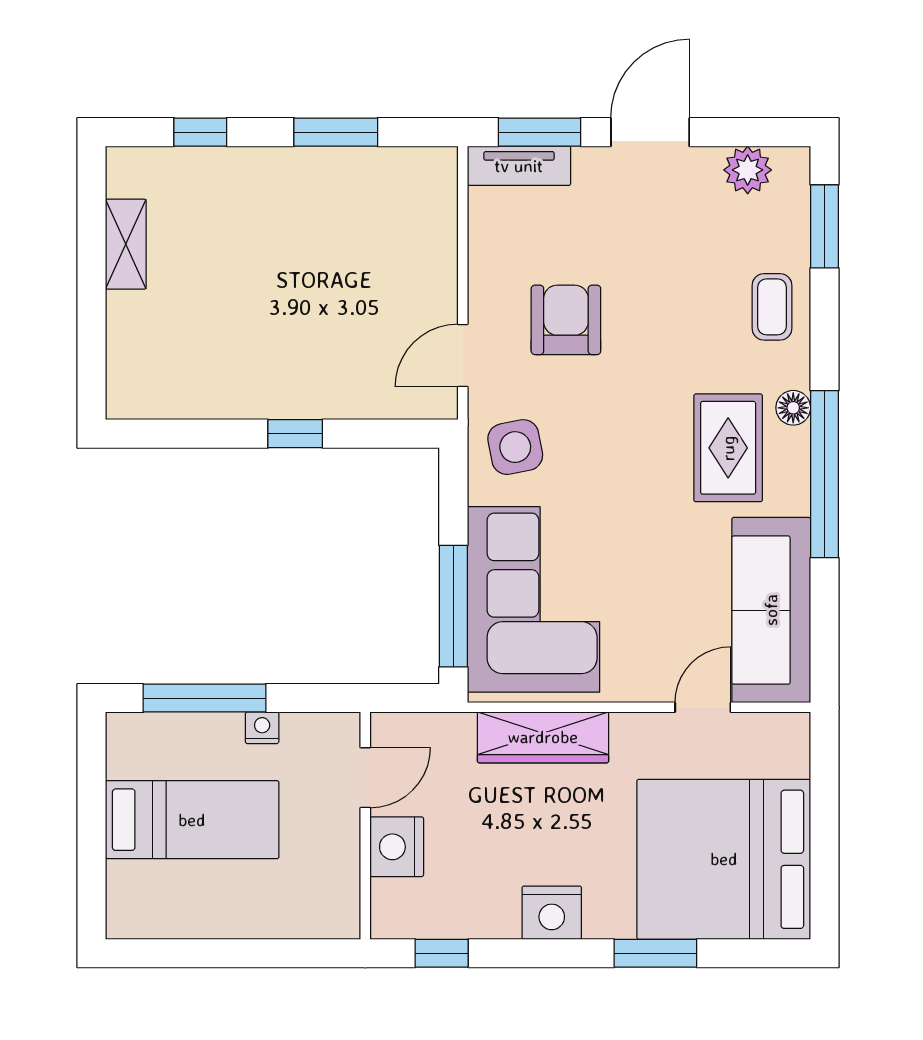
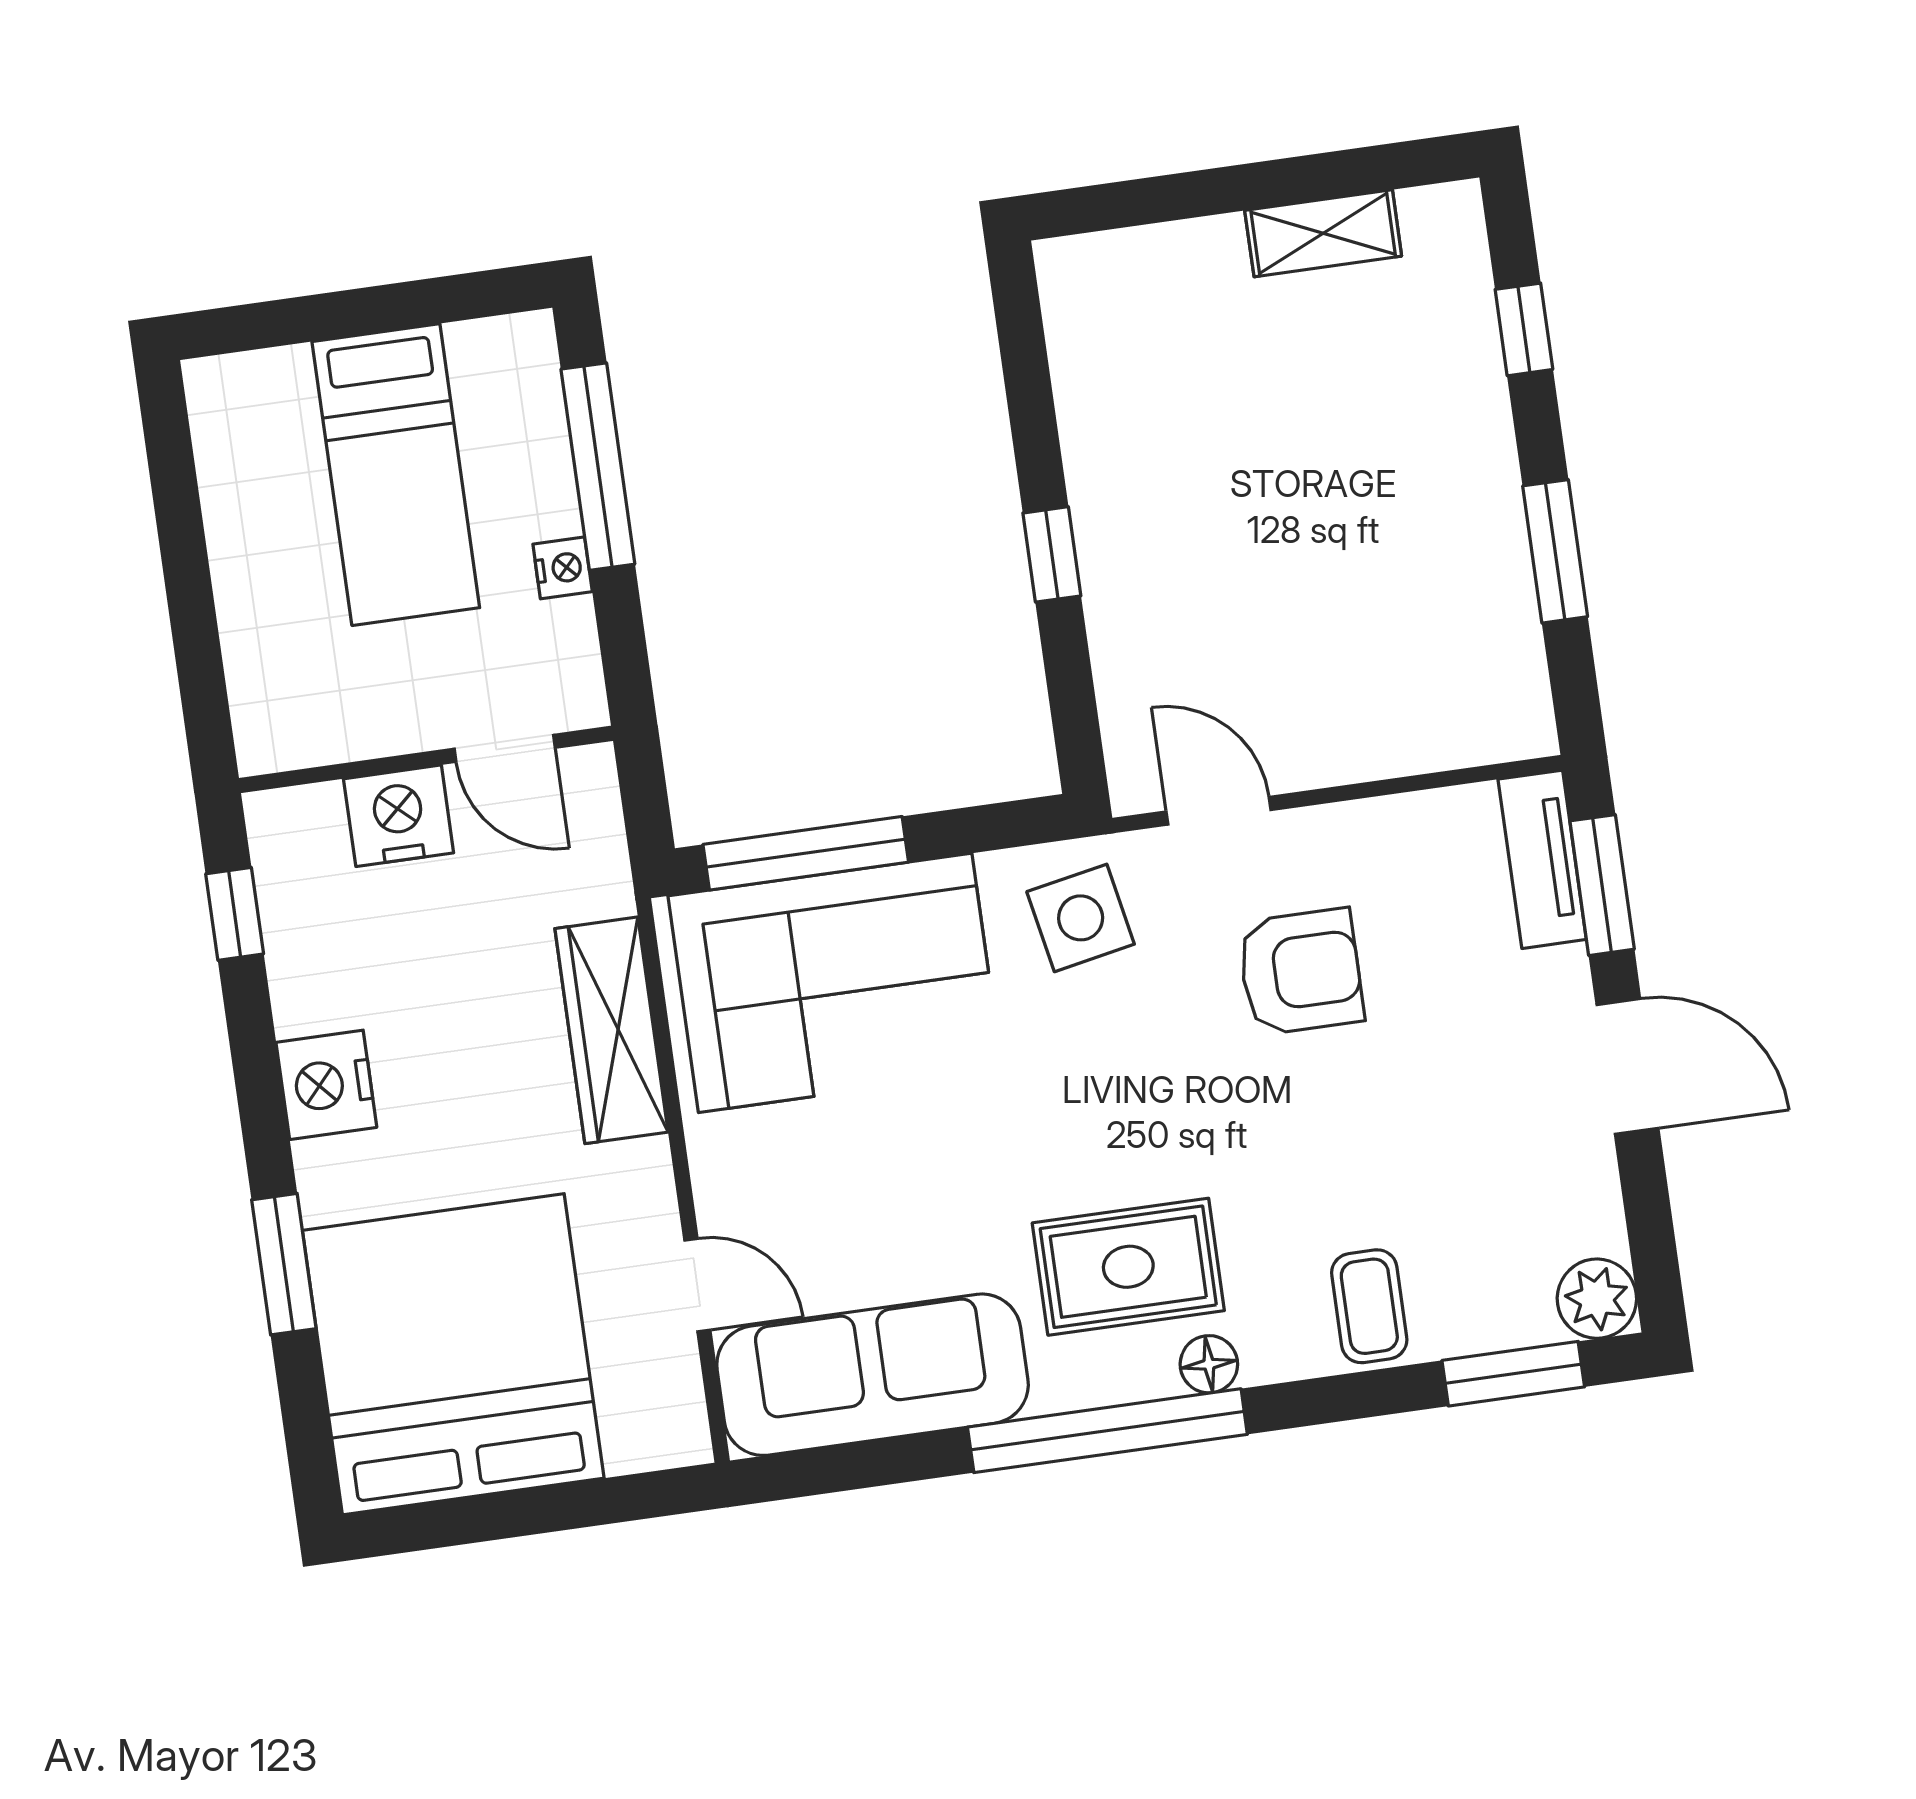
plant: (748, 170) -> (1597, 1299), moved
coffee table: (772, 307) -> (1369, 1306), turned 90

